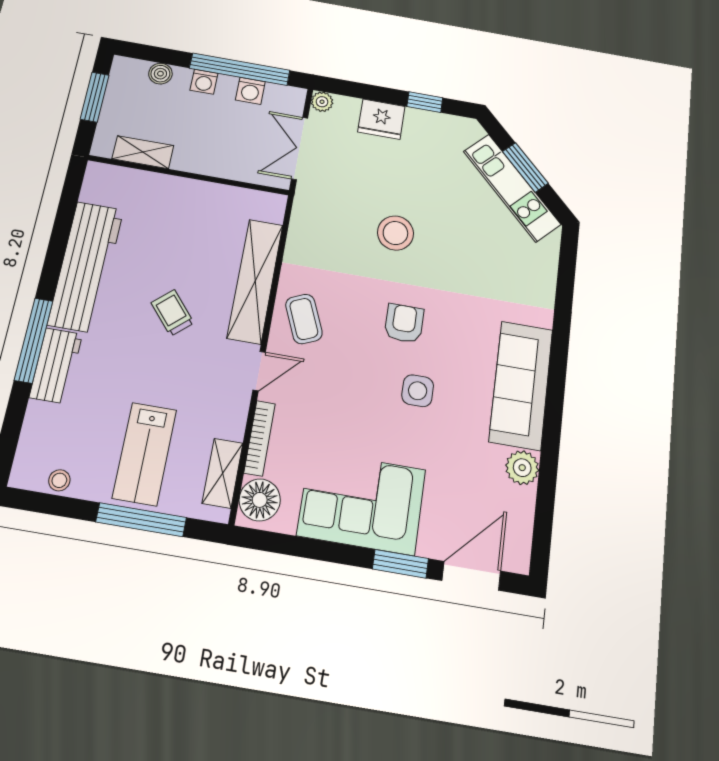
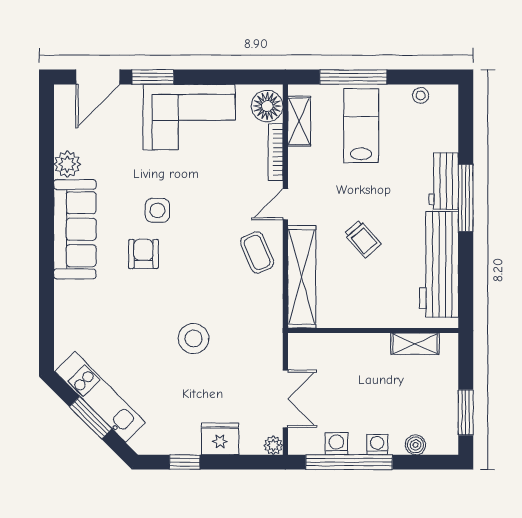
shelving: (143, 152) -> (415, 344), moved
wall: (189, 175) -> (373, 331), moved
armchair: (404, 323) -> (143, 254), moved, turned 180

